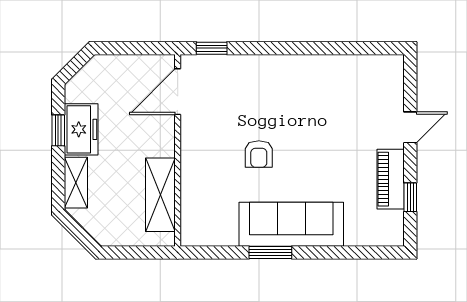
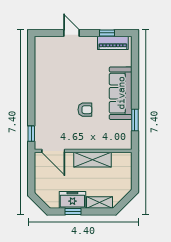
piano: (391, 179) -> (113, 43), moved
shelving: (160, 195) -> (93, 160), moved
window: (270, 252) -> (135, 120), moved

